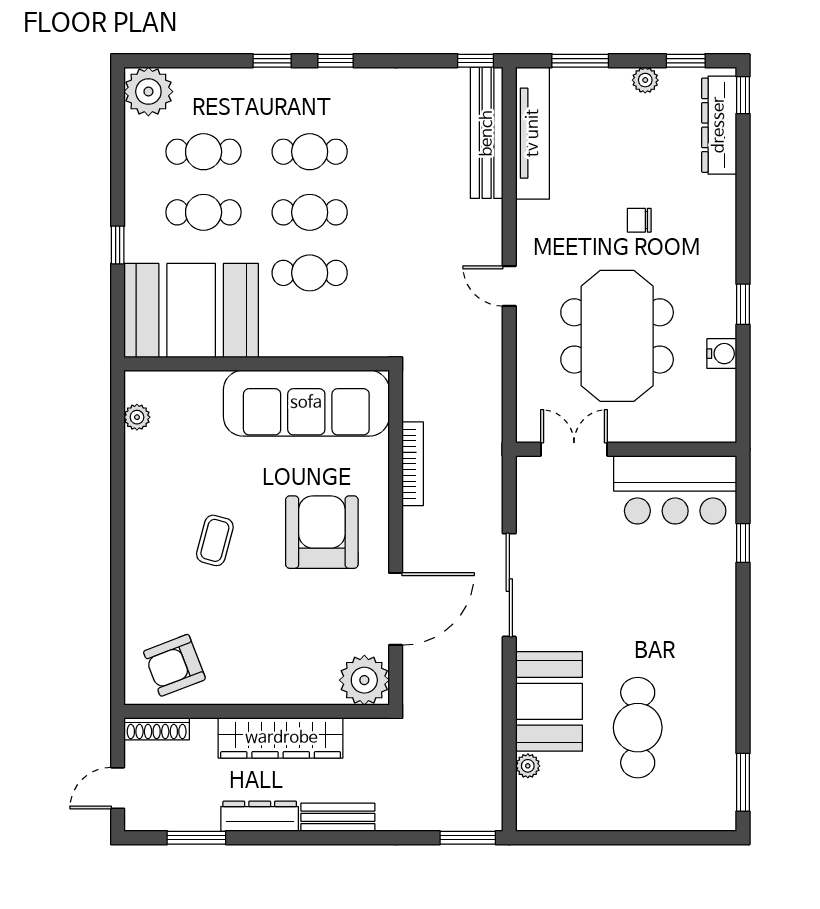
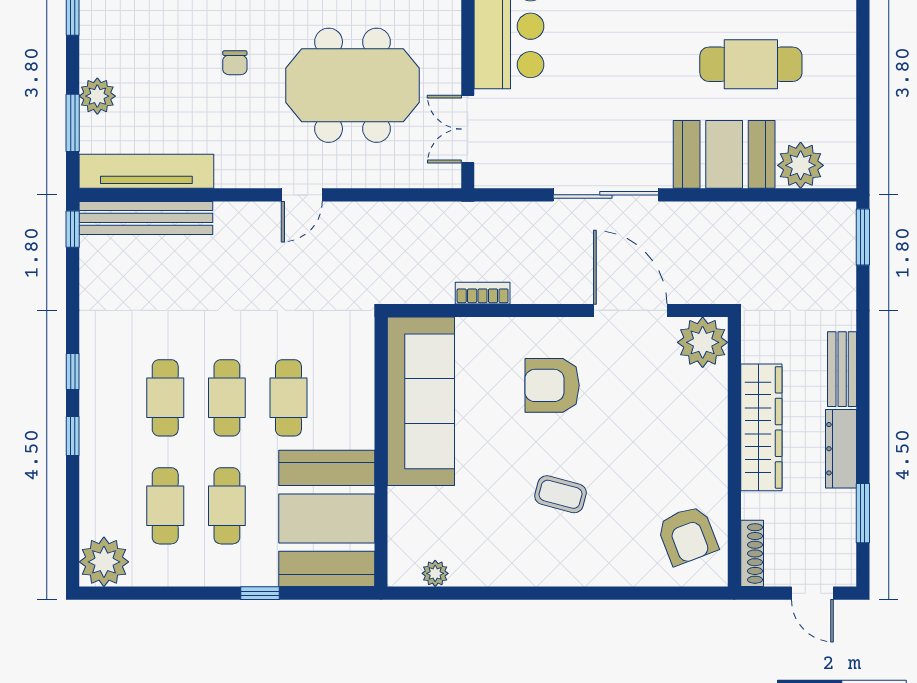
plant: (645, 80) -> (97, 96), moved, width x1.38, depth x1.38
bookcase: (413, 464) -> (483, 293), width x0.64
armchair: (322, 532) -> (552, 385), width x0.73, depth x0.73
plant: (528, 766) -> (801, 165), width x1.87, depth x1.87

